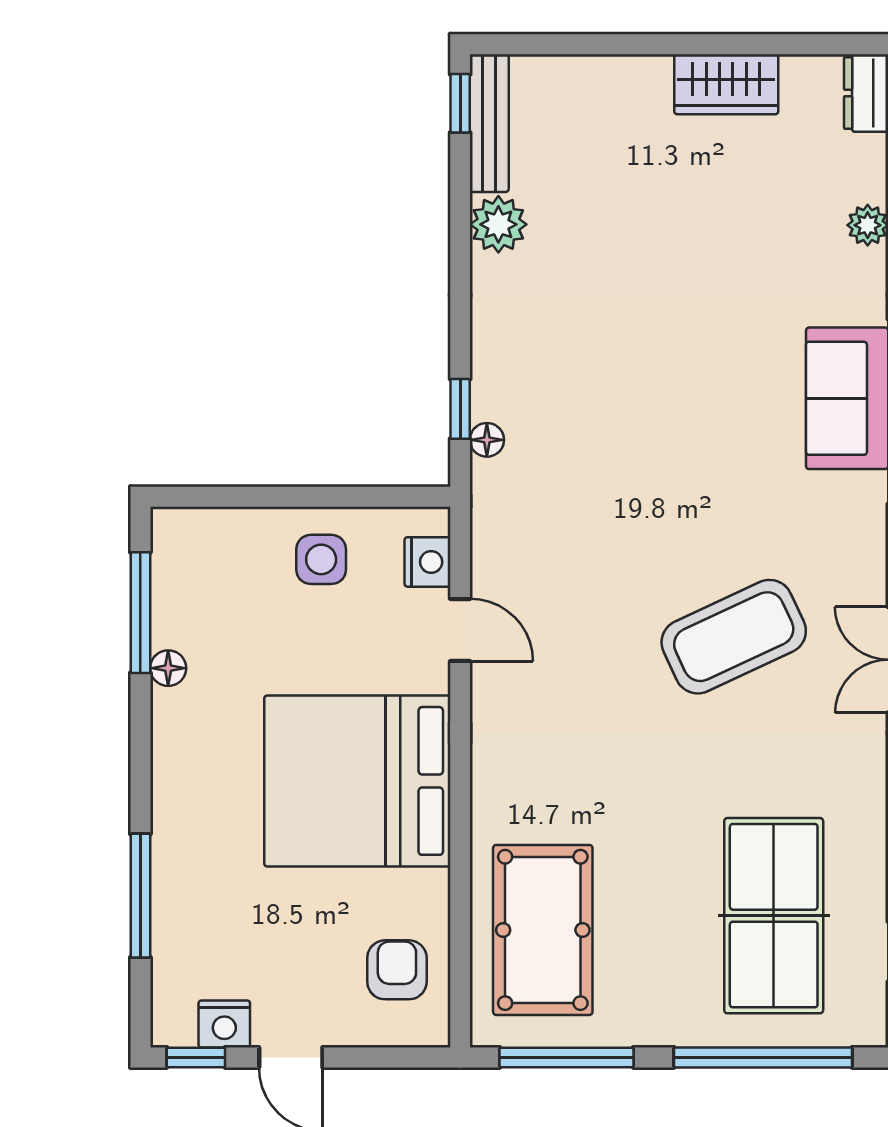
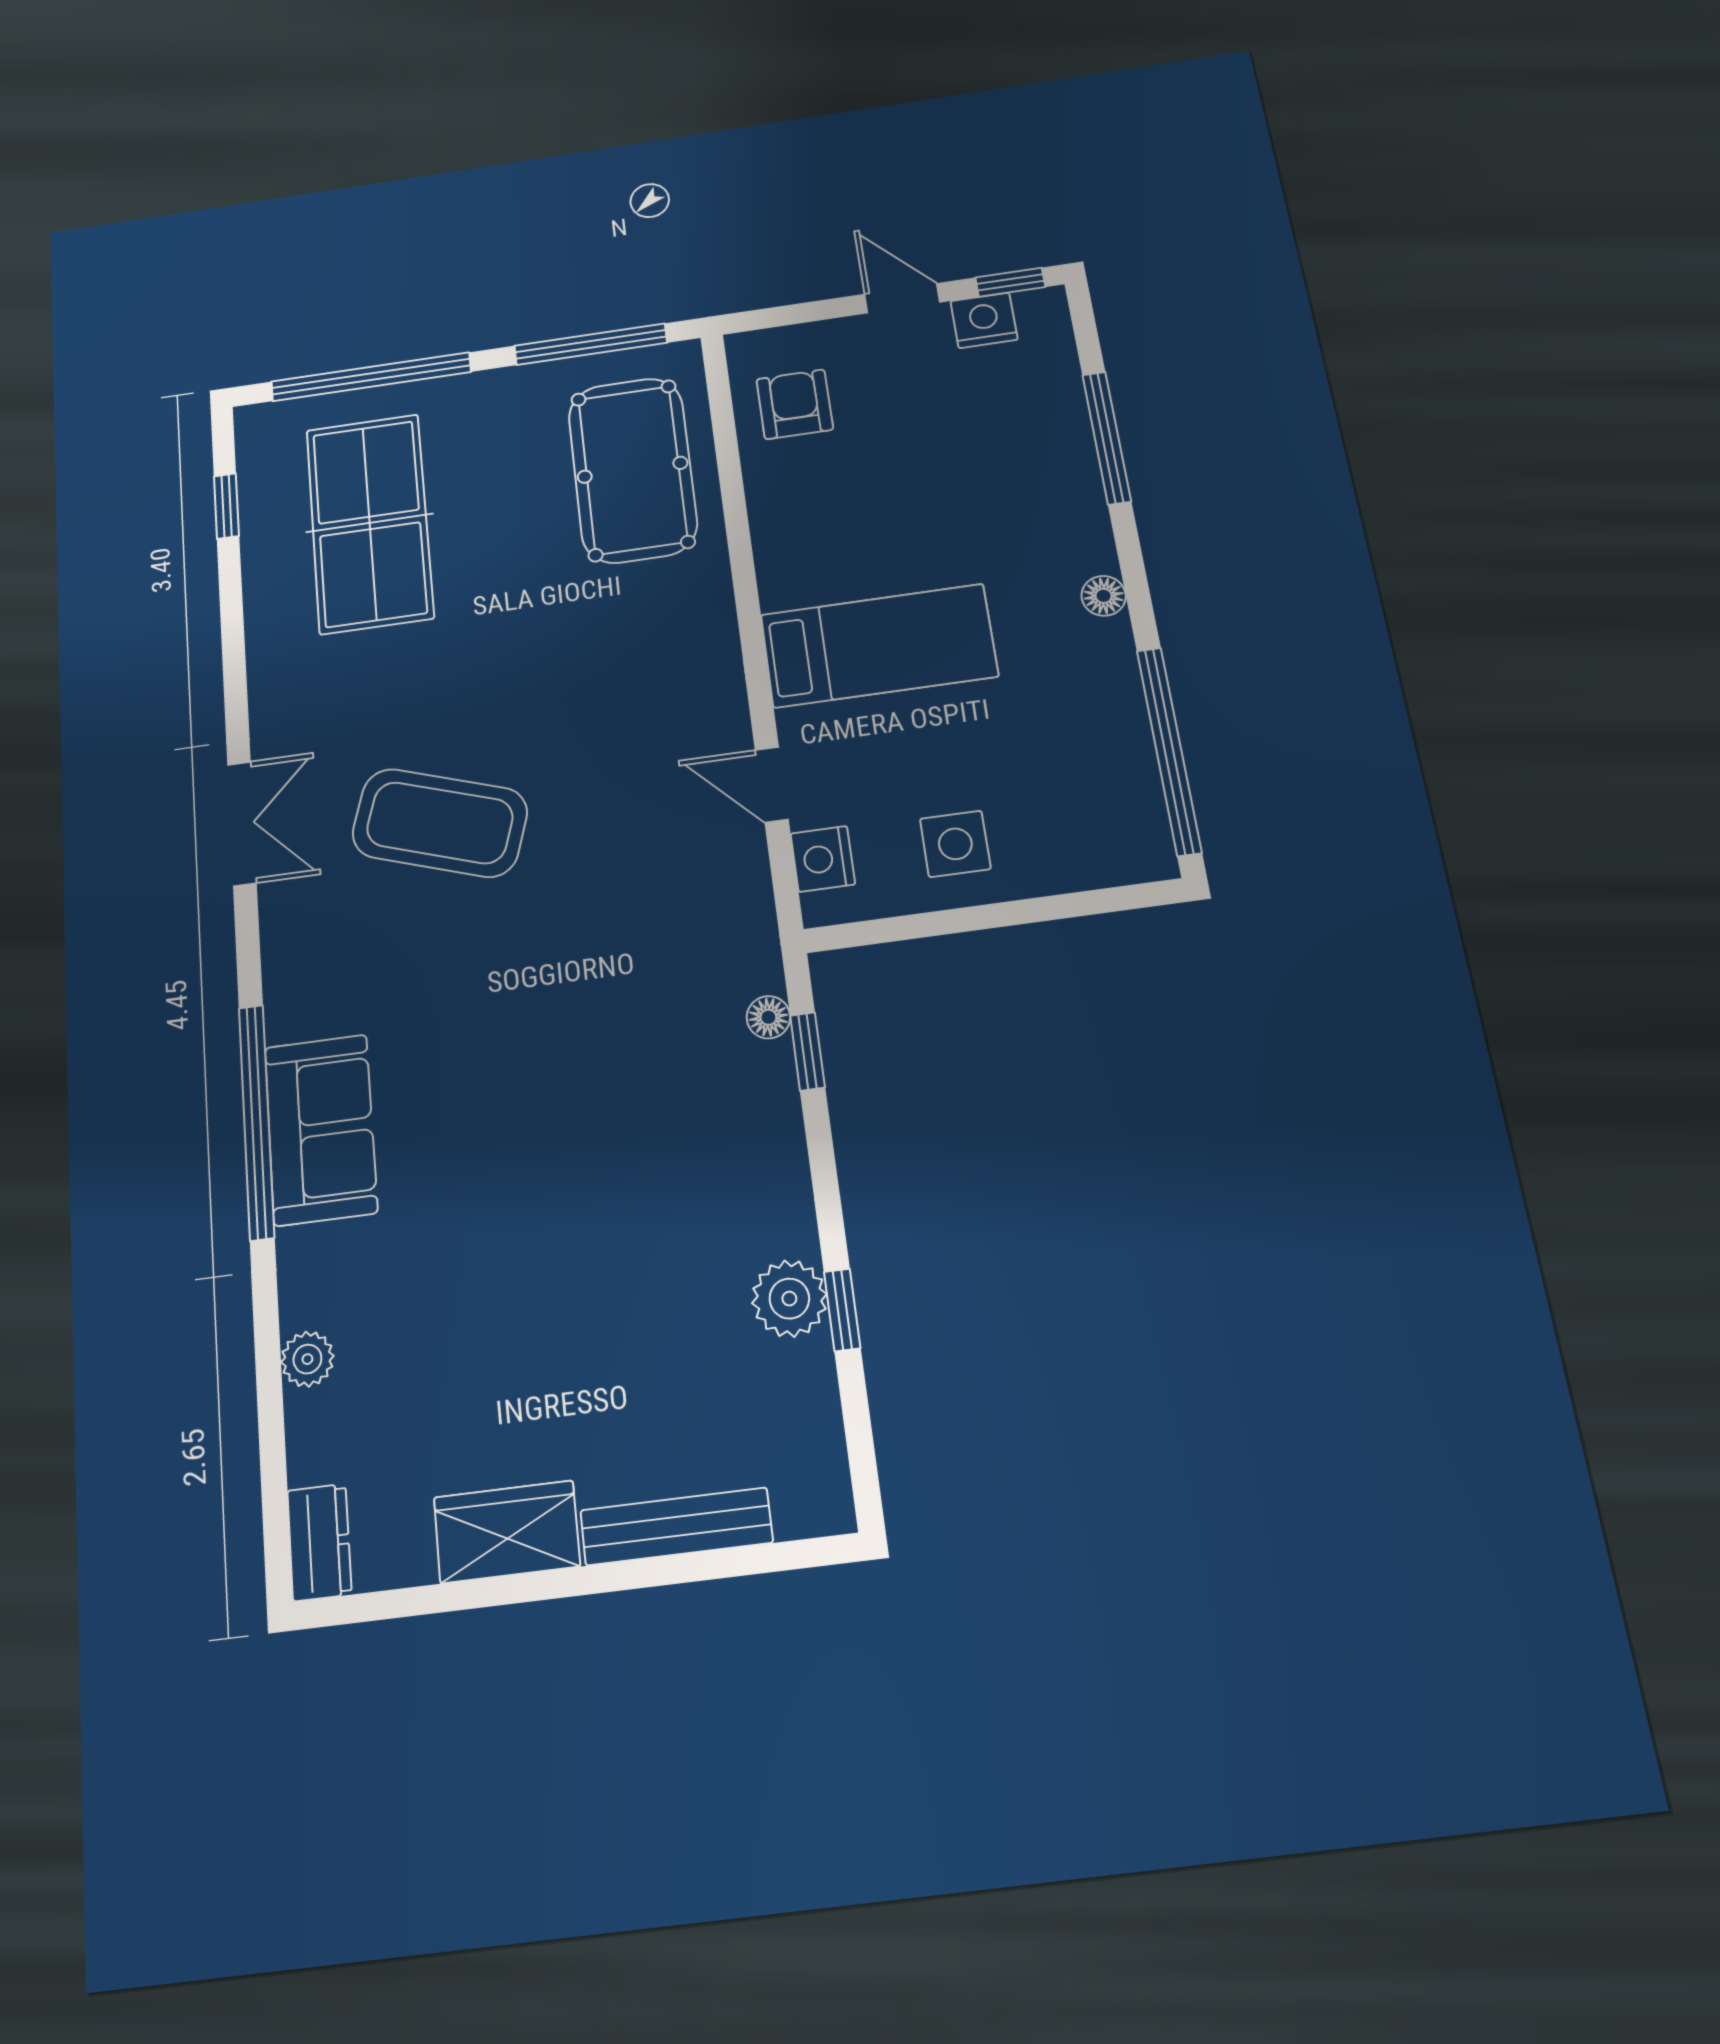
window: (460, 103) -> (842, 1310), moved
bench: (489, 123) -> (676, 1526), moved, turned 90
window: (140, 613) -> (1169, 751), width x1.46
coffee table: (734, 637) -> (440, 823), turned 43
floor lamp: (168, 668) -> (1104, 596), moved
bed: (357, 781) -> (879, 646), width x0.49
armchair: (397, 970) -> (795, 404), turned 180

